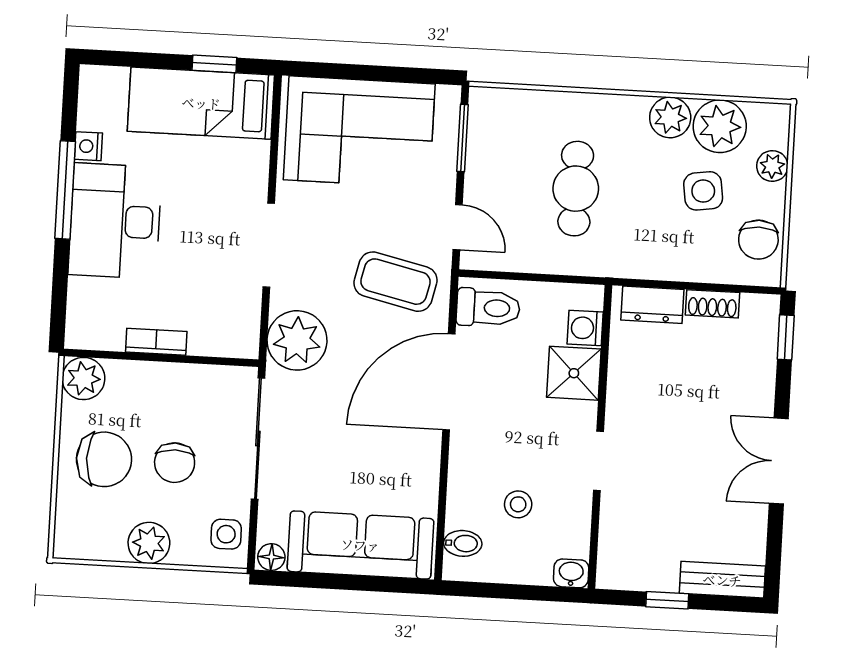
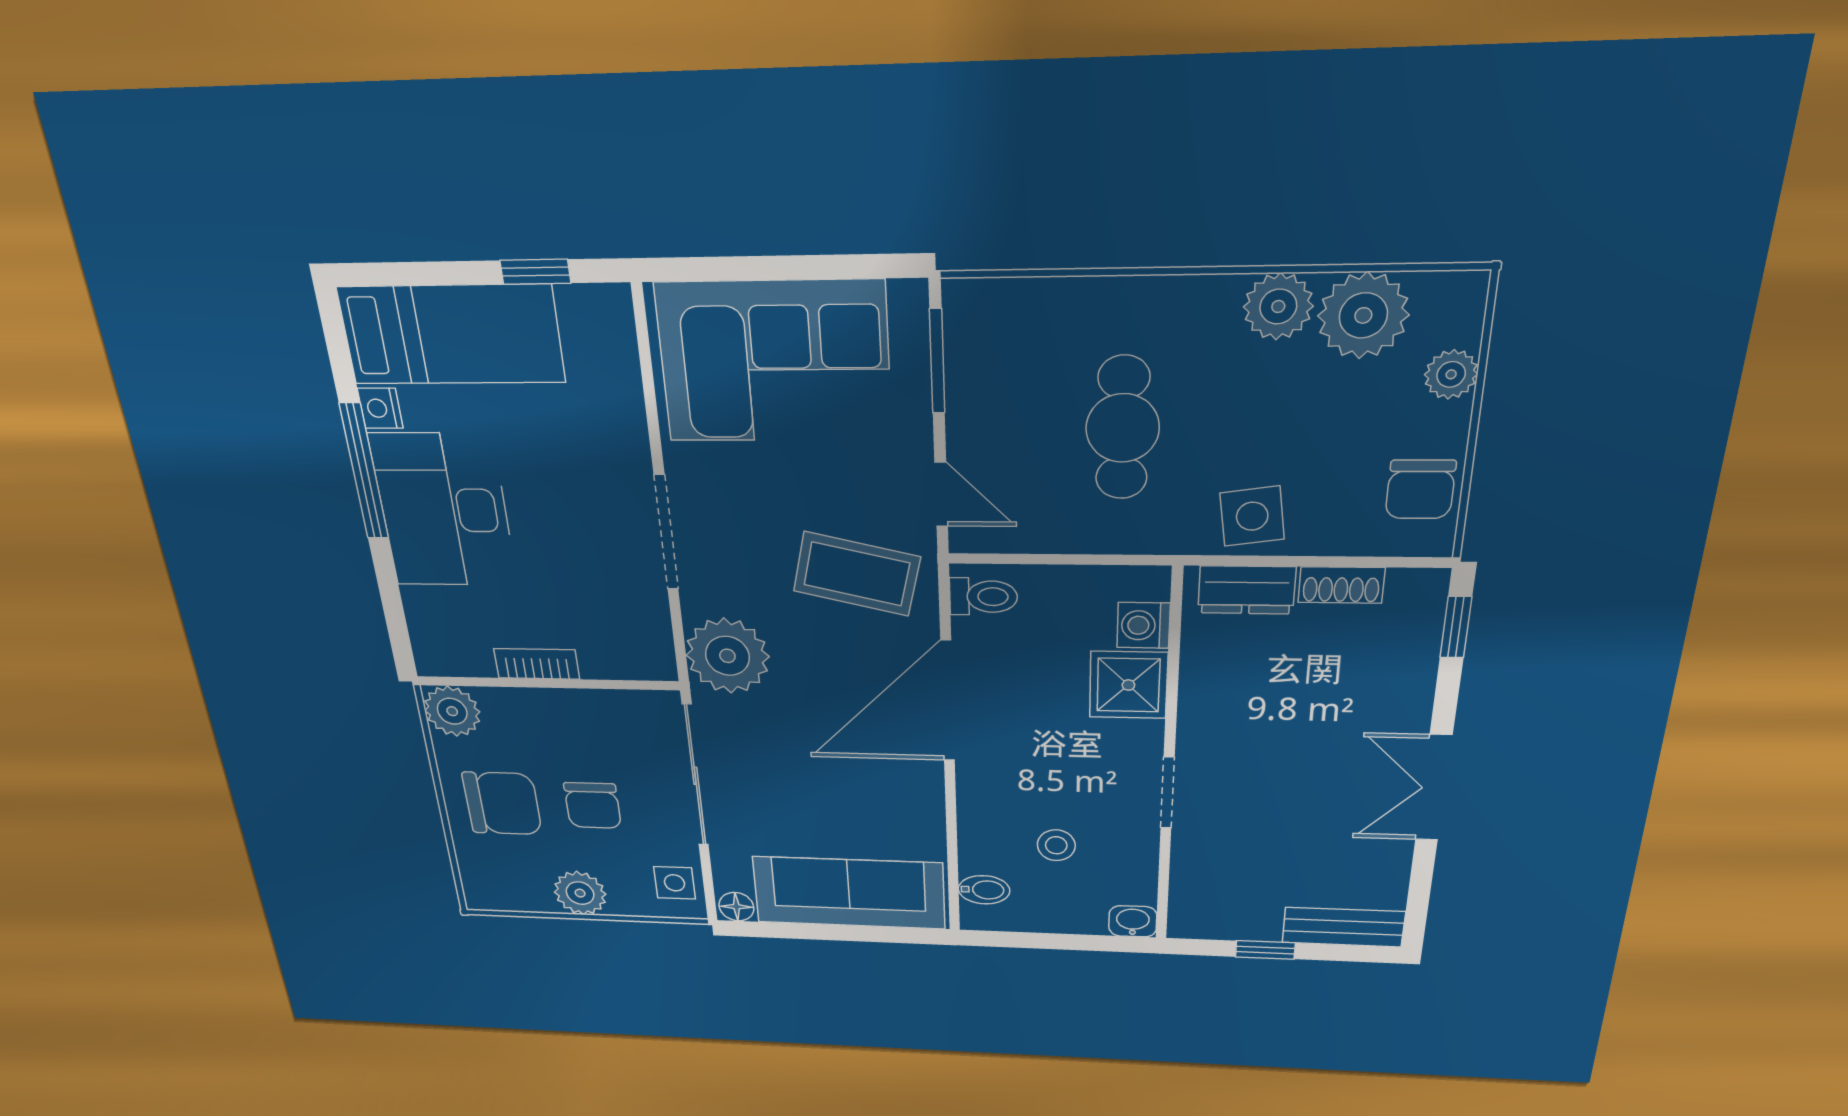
bed: (201, 103) -> (451, 335), moved, turned 180
side table: (703, 191) -> (1252, 516), moved
toilet: (488, 308) -> (984, 597), width x0.73, depth x0.72

